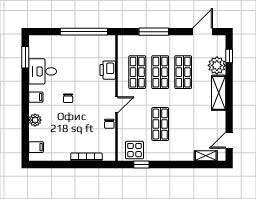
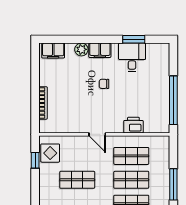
window: (154, 32) -> (173, 184), moved
window: (25, 57) -> (134, 39), moved
filing cabinet: (36, 97) -> (100, 50), width x2.00
chair: (109, 124) -> (77, 127), removed
filing cabinet: (36, 147) -> (53, 51), width x2.00

